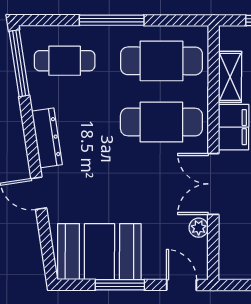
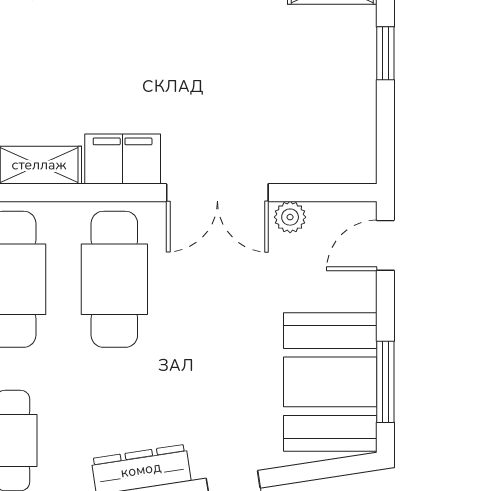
window: (120, 285) -> (385, 382), moved

